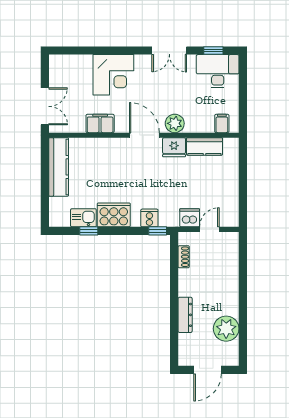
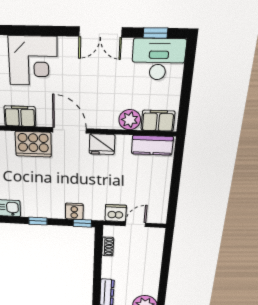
plant: (175, 123) -> (130, 120), moved
filing cabinet: (222, 123) -> (158, 121), width x2.00
kitchen counter: (204, 146) -> (152, 145), moved
cooker: (114, 215) -> (33, 144), moved, turned 180
window: (89, 231) -> (38, 221), moved

